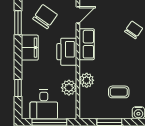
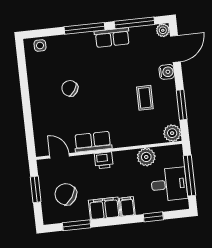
printer: (67, 52) -> (104, 160), width x0.53, depth x0.68
filing cabinet: (29, 67) -> (127, 206), added
plant: (87, 80) -> (172, 133), moved

